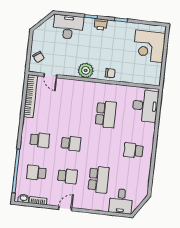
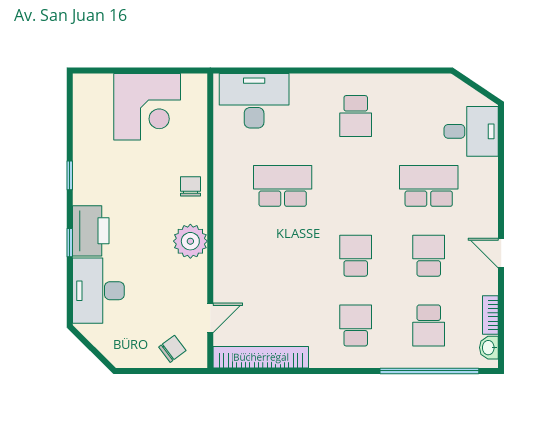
printer: (101, 24) -> (91, 231), width x1.87, depth x1.48
corner desk: (149, 46) -> (147, 107), moved

